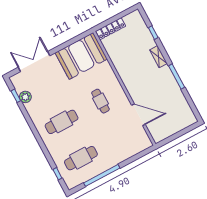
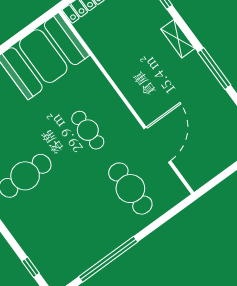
door: (138, 115) -> (157, 145), hinge flipped
cafe table: (81, 158) -> (130, 189), moved, turned 90

